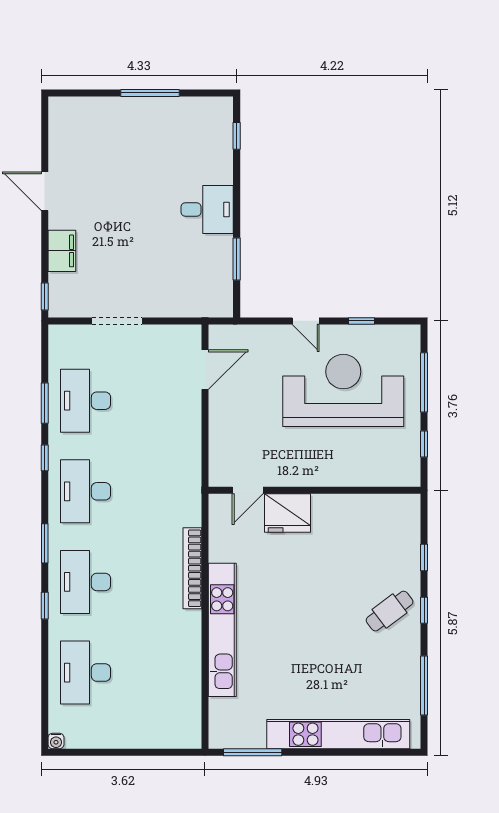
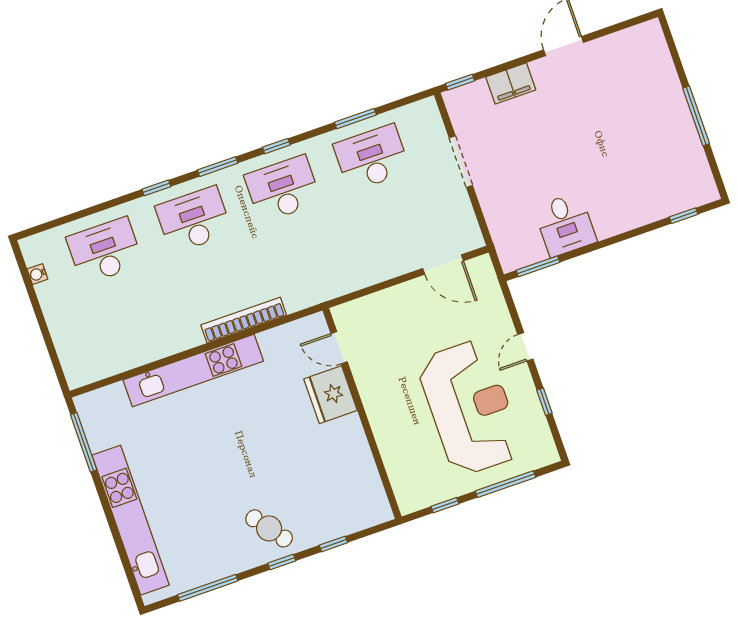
desk: (207, 210) -> (565, 224), moved
window: (237, 259) -> (538, 266), moved
window: (45, 458) -> (276, 146), moved
water cooler: (56, 741) -> (37, 274), moved

